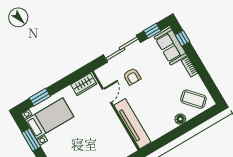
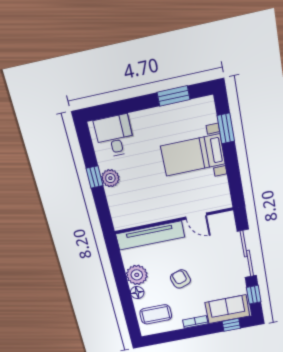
armchair: (132, 76) -> (180, 279), moved, turned 72
wardrobe: (84, 84) -> (221, 192), removed
coffee table: (193, 99) -> (156, 314), turned 42
bed with nightstands: (49, 118) -> (193, 155), moved, turned 90
plant: (166, 124) -> (137, 275), added

